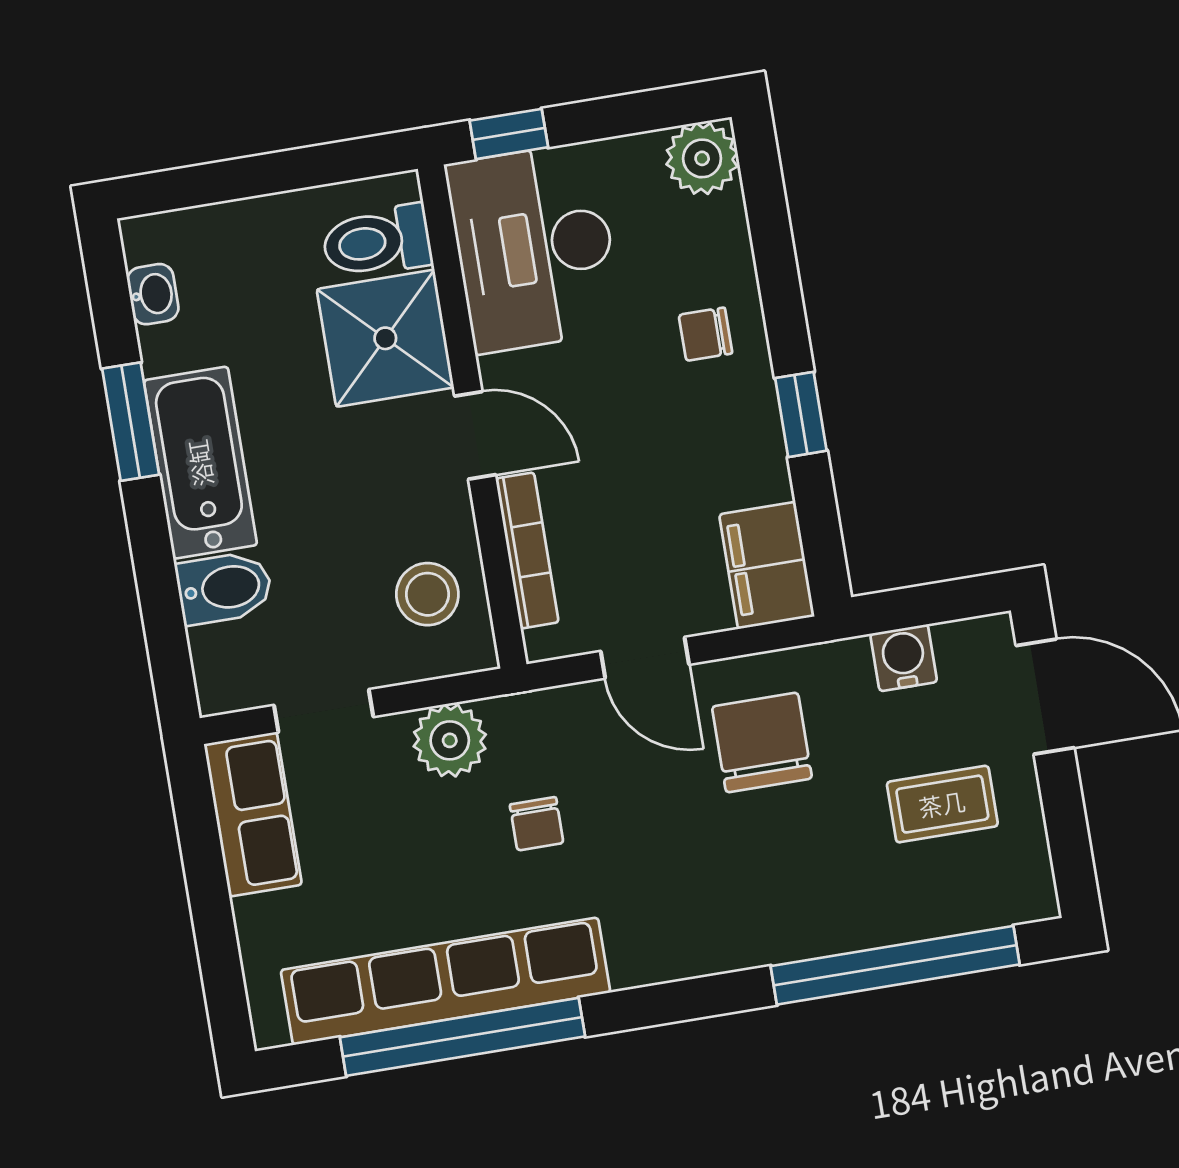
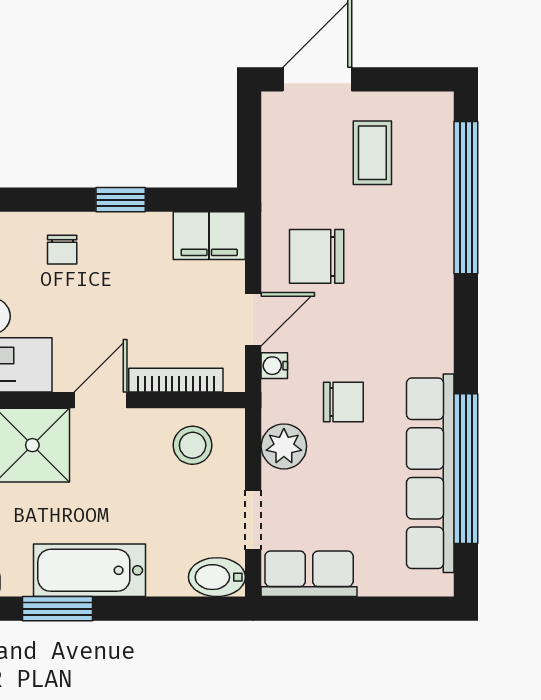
bidet: (224, 588) -> (217, 577), moved, turned -90
water cooler: (904, 658) -> (274, 366), moved, width x0.72, depth x0.72
chair: (537, 824) -> (343, 402), width x1.37, depth x1.37

